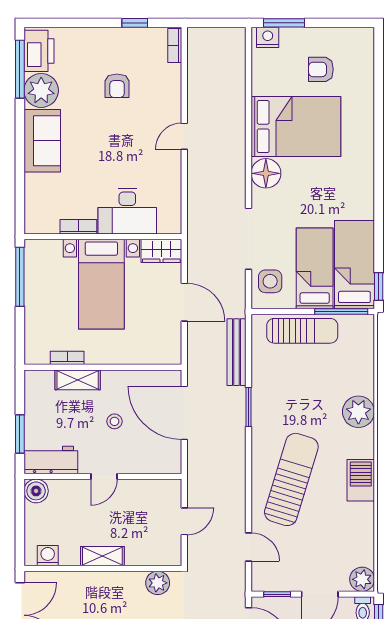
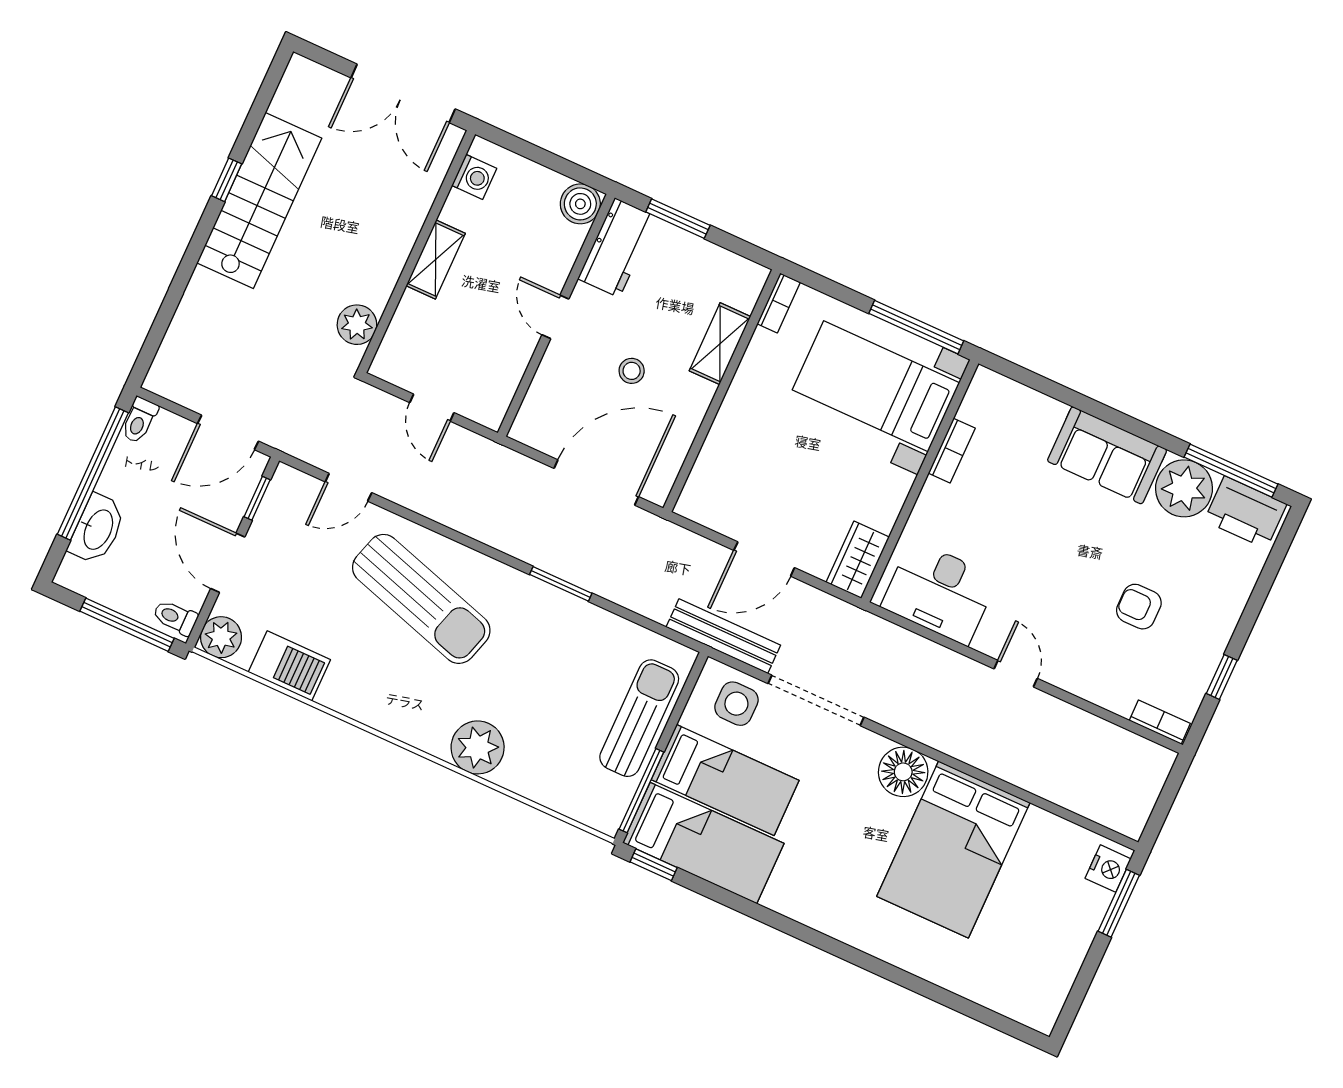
armchair: (321, 69) -> (1023, 927), removed
desk: (127, 211) -> (940, 592), moved, turned -90
bed with nightstands: (101, 284) -> (876, 386), moved
sun lounger: (302, 331) -> (639, 718), turned 180
bench: (237, 352) -> (723, 636), moved
bookcase: (67, 358) -> (779, 303), moved
barbecue: (361, 480) -> (289, 666), moved

